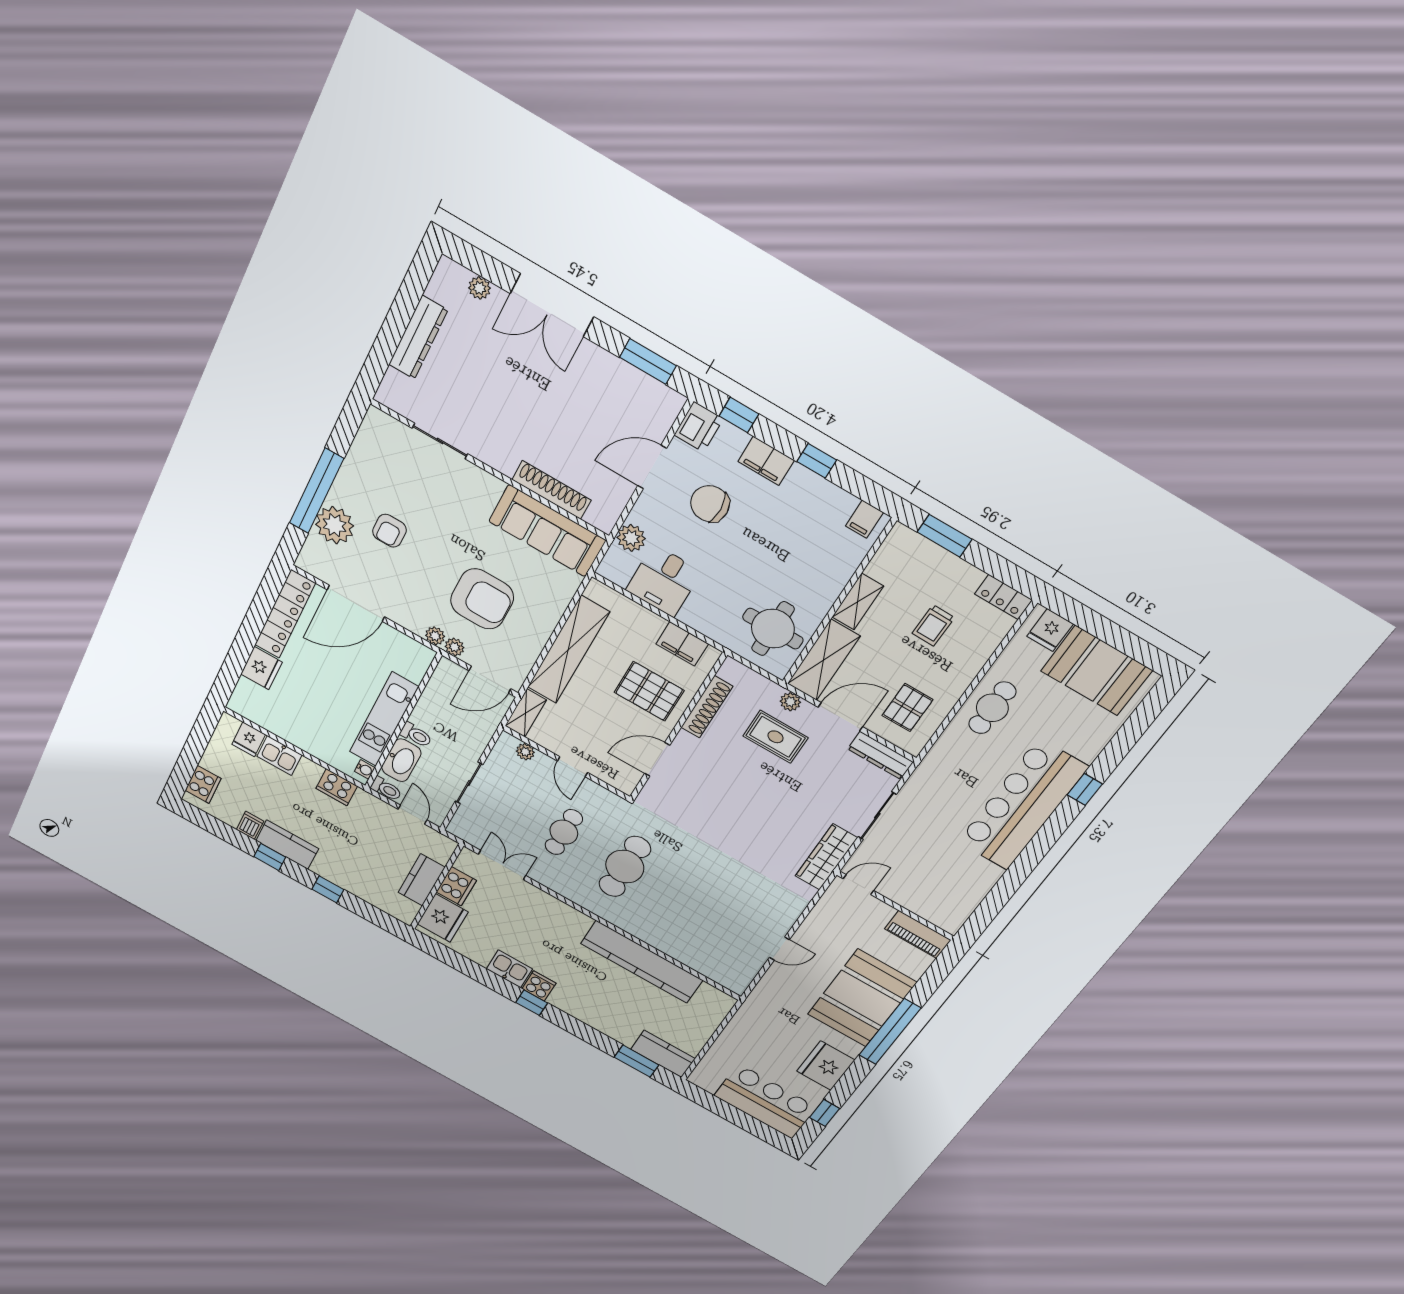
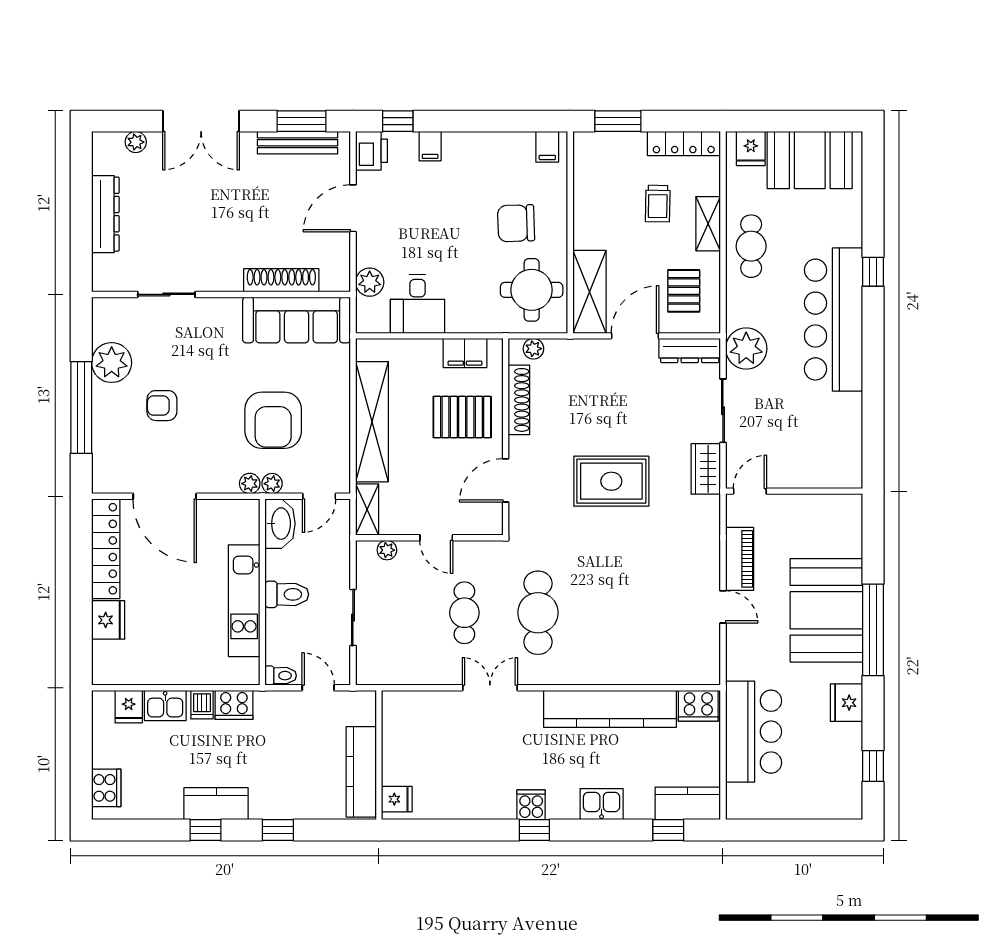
bench: (633, 379) -> (298, 143), added
filing cabinet: (766, 461) -> (430, 146), width x0.50
window: (817, 461) -> (481, 121), removed
chair: (710, 504) -> (516, 223), moved
plant: (335, 525) -> (112, 363), moved
armchair: (389, 531) -> (162, 406), turned 90
locker: (1003, 597) -> (684, 144), width x1.53
armchair: (482, 599) -> (273, 420), turned 90
shelving: (858, 602) -> (708, 224), moved
door: (356, 603) -> (165, 496), hinge flipped
door: (490, 680) -> (319, 496), width x0.73
plant: (790, 702) -> (533, 349), moved
toilet: (416, 735) -> (287, 594), width x1.37, depth x1.39
rug: (776, 737) -> (611, 481), moved, width x1.36, depth x1.43
washbasin: (401, 760) -> (280, 524), moved
water cooler: (365, 769) -> (251, 667), removed
plant: (931, 782) -> (746, 348), added
dishwasher: (250, 825) -> (202, 705), moved, turned 180
wardrobe: (826, 857) -> (706, 469), width x0.67
double door: (502, 865) -> (490, 688), moved
kitchen counter: (422, 880) -> (361, 772), width x1.50
cooker: (456, 886) -> (698, 706), moved, turned 90
fridge: (443, 918) -> (397, 799), width x0.53, depth x0.75
piano: (918, 934) -> (740, 559), moved, turned -90
door: (779, 949) -> (723, 607), hinge flipped
kitchen sink: (509, 969) -> (602, 804), moved
window: (637, 1061) -> (668, 830), width x0.67
fridge: (826, 1066) -> (847, 703), width x0.73, depth x0.75
bar counter: (765, 1101) -> (754, 732), moved, turned 90

